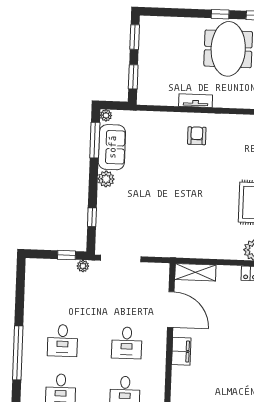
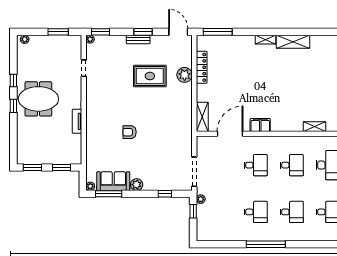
armchair: (197, 136) -> (130, 132), moved

